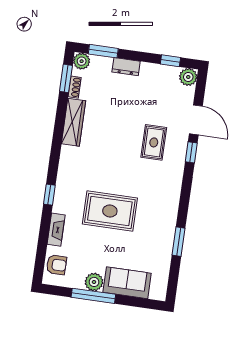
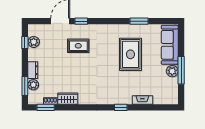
plant: (82, 61) -> (33, 85), moved
plant: (188, 77) -> (34, 42), moved
wardrobe: (74, 122) -> (68, 99), width x0.67
rug: (110, 211) -> (130, 54), moved
armchair: (56, 265) -> (165, 96), removed
sofa: (127, 283) -> (170, 45), width x1.36

